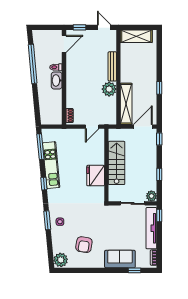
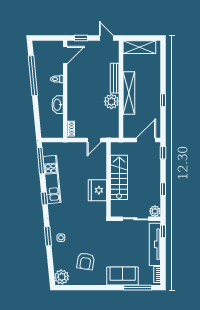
washbasin: (57, 80) -> (58, 105), moved
shelving: (126, 104) -> (129, 93), moved
window: (135, 270) -> (138, 288), width x2.17

